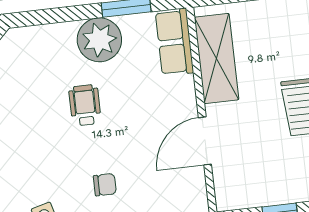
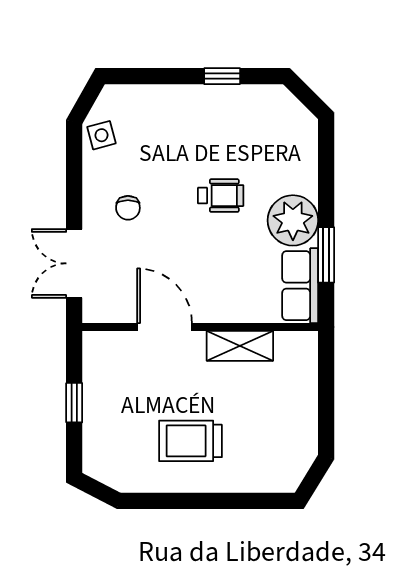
row of seats: (174, 42) -> (300, 286), moved, turned -90
shelving: (217, 58) -> (240, 346), width x0.67, depth x0.75

